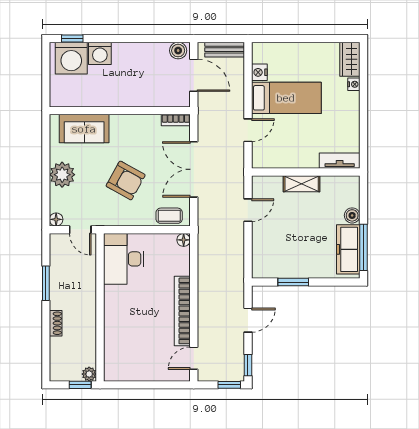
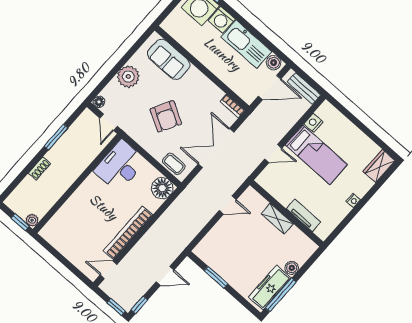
kitchen sink: (140, 55) -> (247, 44), added
door: (194, 75) -> (270, 87), hinge flipped
nightstand: (354, 84) -> (353, 200), moved
tv unit: (340, 161) -> (304, 216), moved
floor lamp: (184, 240) -> (162, 188), width x1.89, depth x1.89

